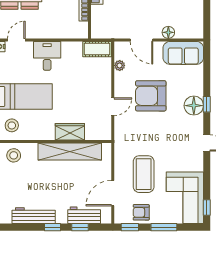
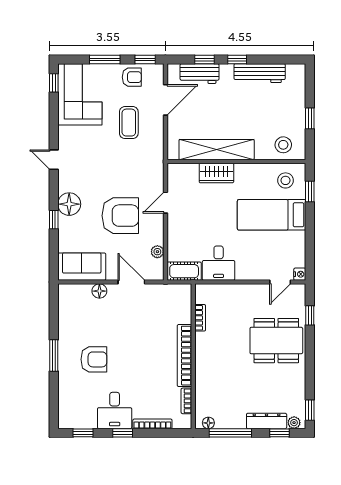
desk: (47, 56) -> (219, 263), moved
window: (207, 104) -> (54, 220), moved
coffee table: (144, 174) -> (129, 123), width x0.73, depth x0.76

